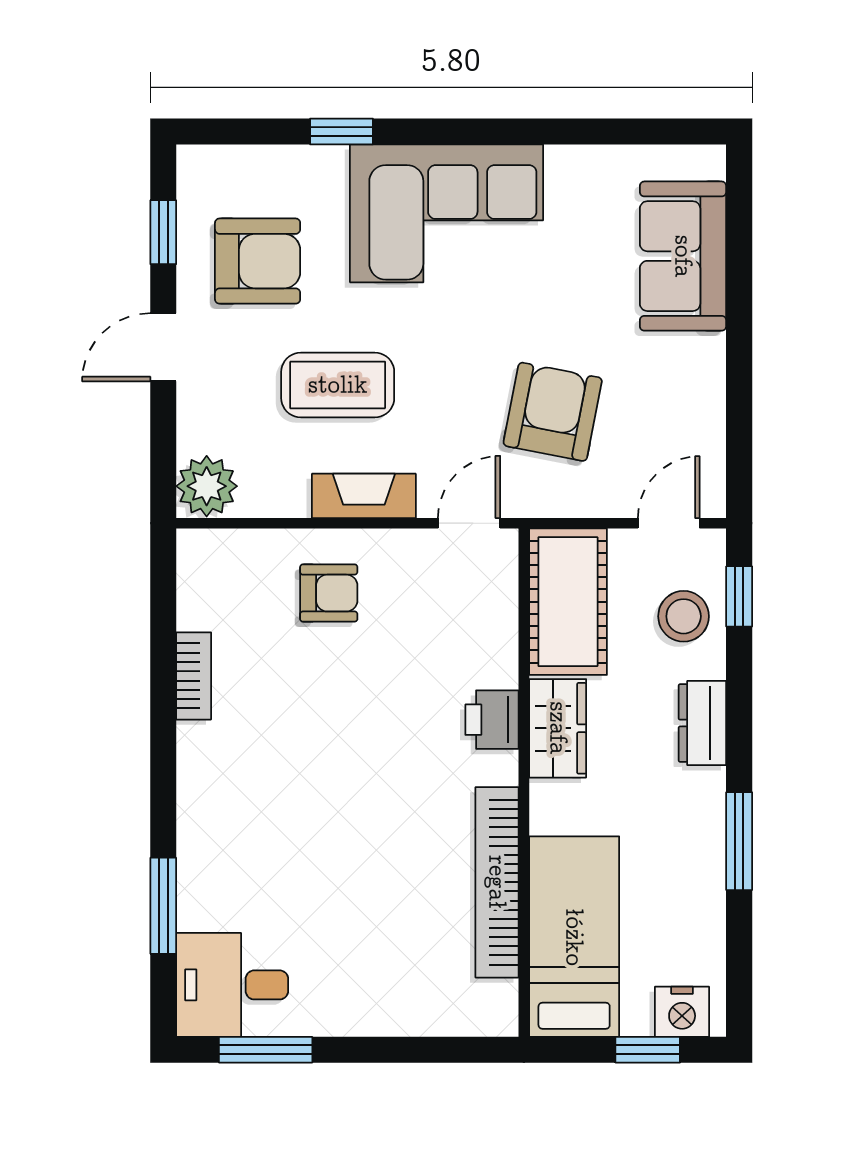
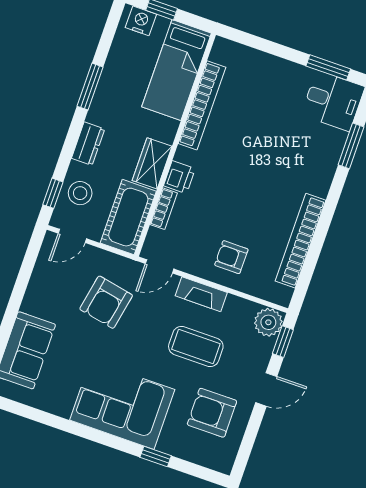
window: (163, 232) -> (283, 342), moved
bookcase: (502, 644) -> (164, 209), added
bookcase: (194, 676) -> (300, 241), width x2.31, depth x1.31

